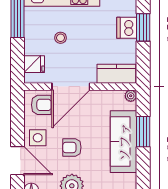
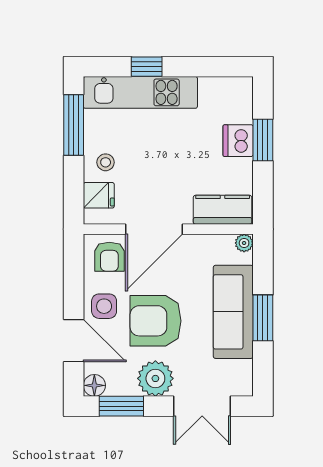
stool: (61, 38) -> (106, 162), moved
armchair: (41, 105) -> (109, 257), turned 90
window: (143, 132) -> (263, 318), moved
armchair: (72, 147) -> (156, 321), width x1.88, depth x1.88

